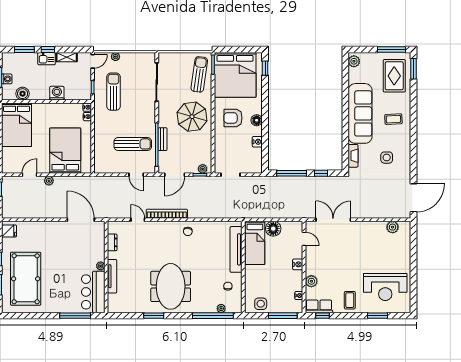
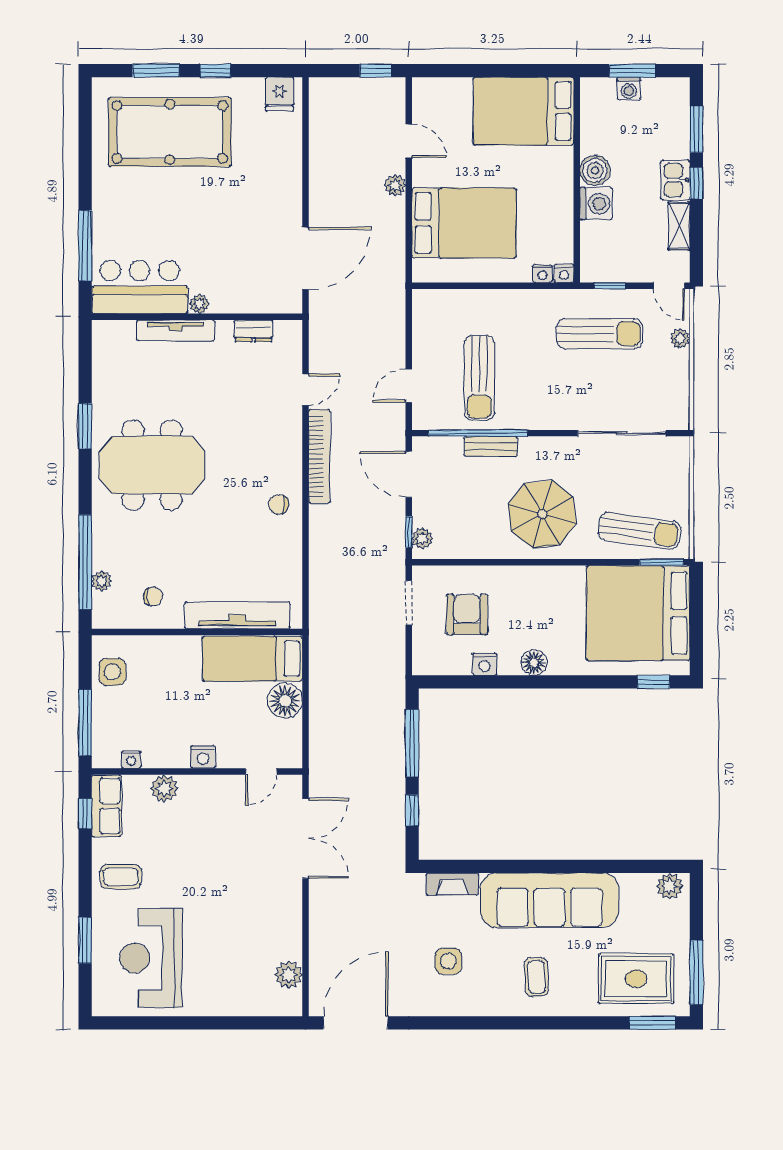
boiler: (23, 94) -> (595, 170), moved
armchair: (233, 118) -> (467, 614), moved
door: (414, 198) -> (356, 1023), swing flipped

